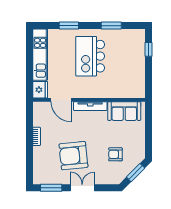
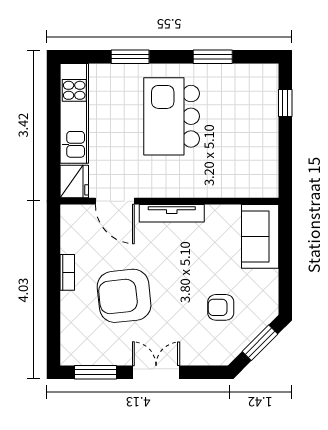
sofa: (124, 111) -> (260, 236), moved, turned 90
armchair: (73, 156) -> (124, 296), moved

